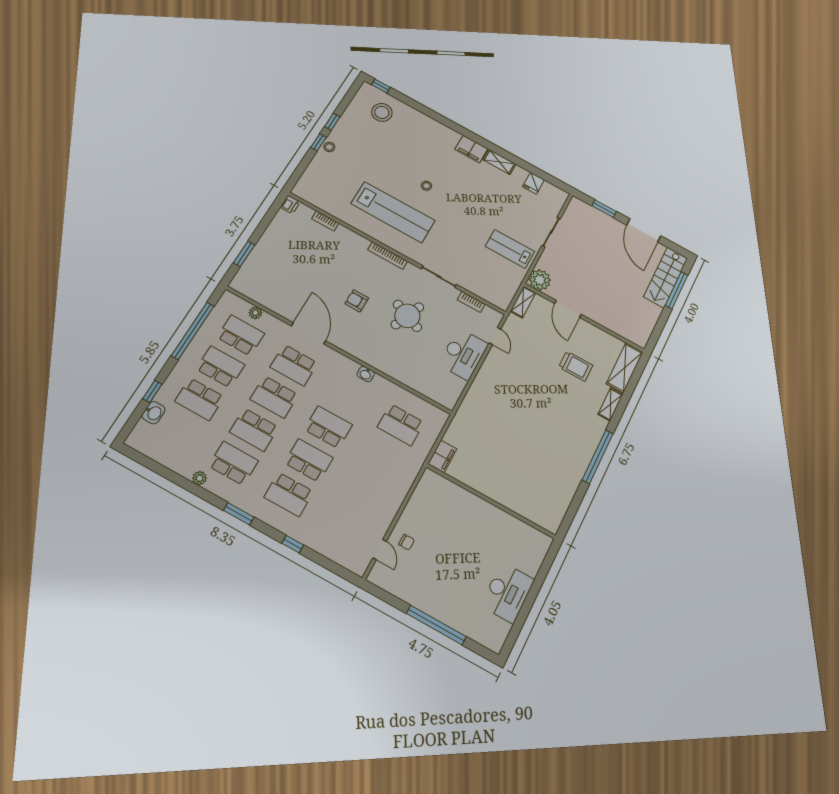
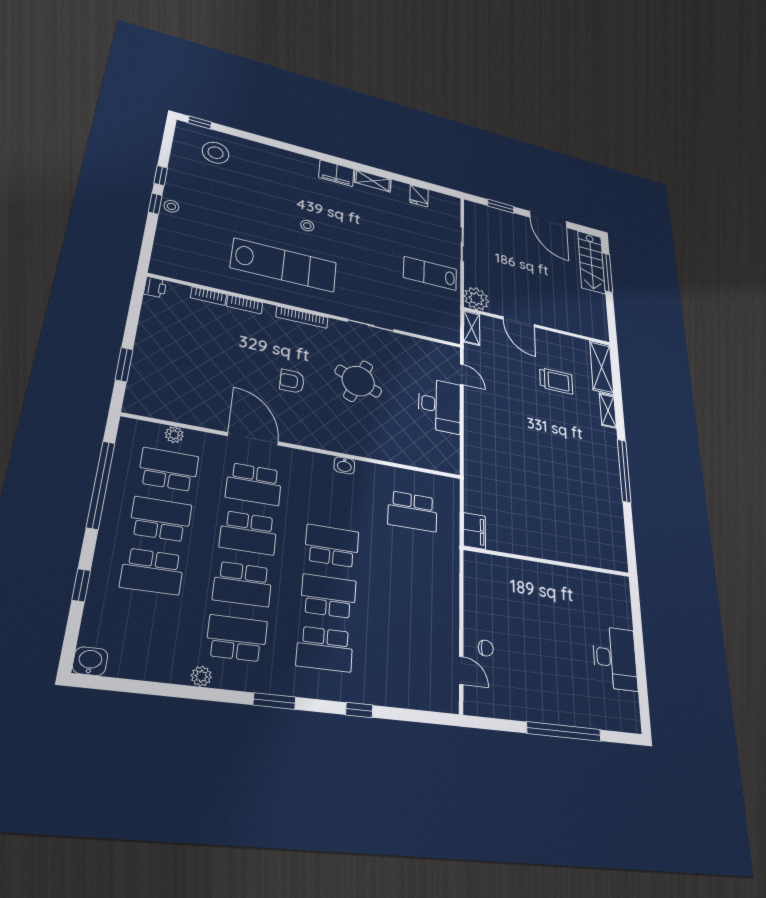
bookcase: (471, 302) -> (245, 304), moved
washbasin: (153, 413) -> (90, 661), moved, turned -90

